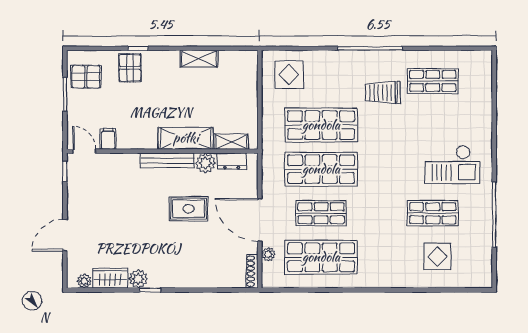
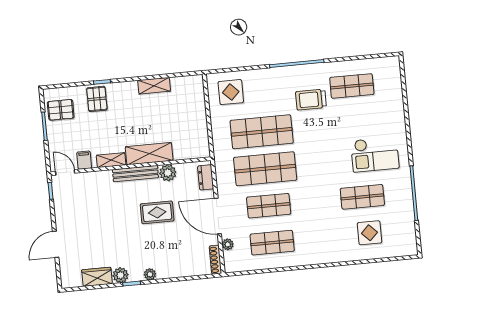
shelving: (231, 142) -> (111, 160), moved
dresser: (232, 161) -> (206, 177), moved, turned 90
shop shelf: (321, 257) -> (272, 243), width x0.70, depth x0.74
plant: (84, 281) -> (150, 274), moved

